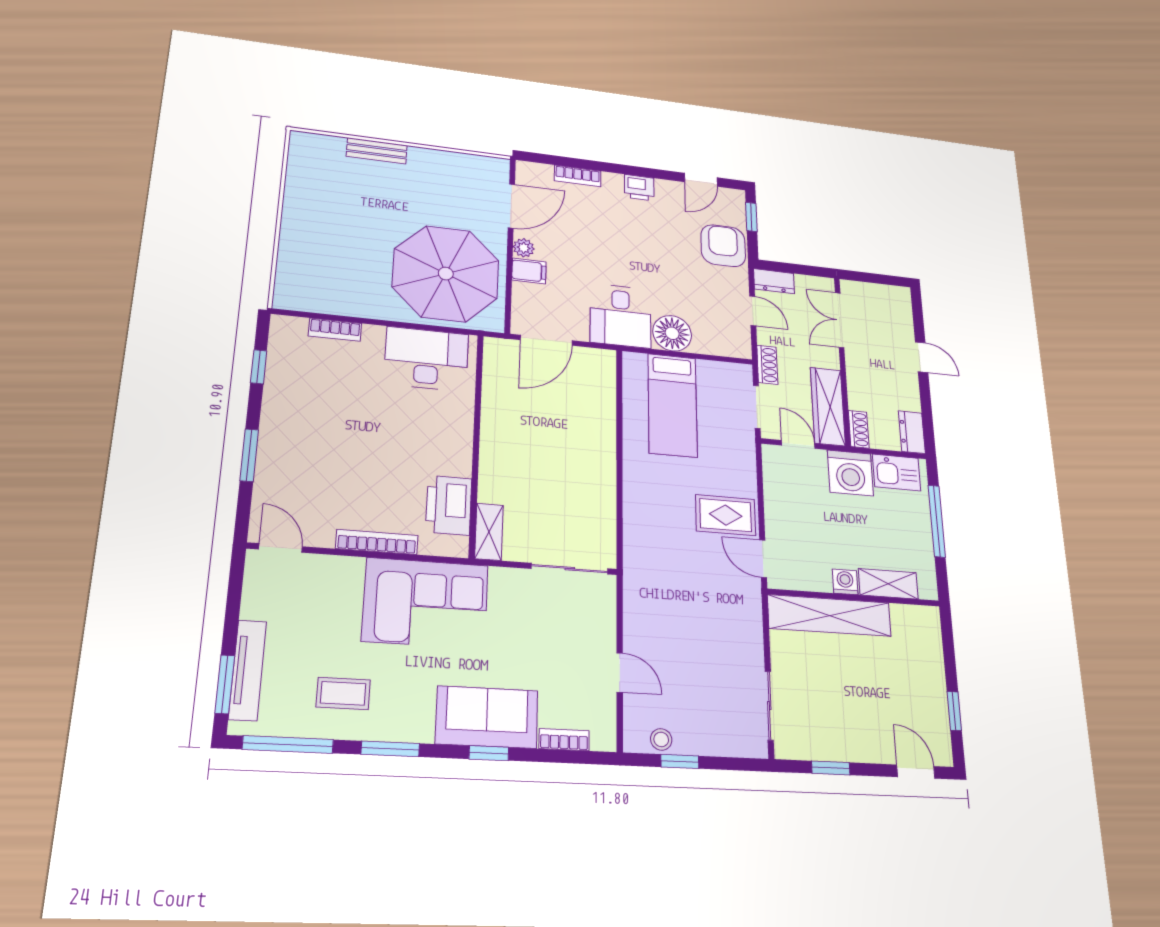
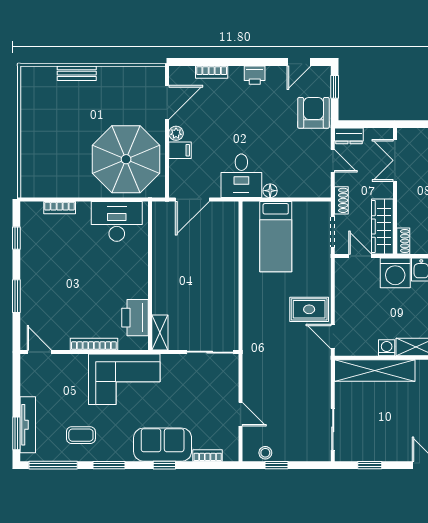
floor lamp: (672, 333) -> (270, 191), width x0.53, depth x0.53

